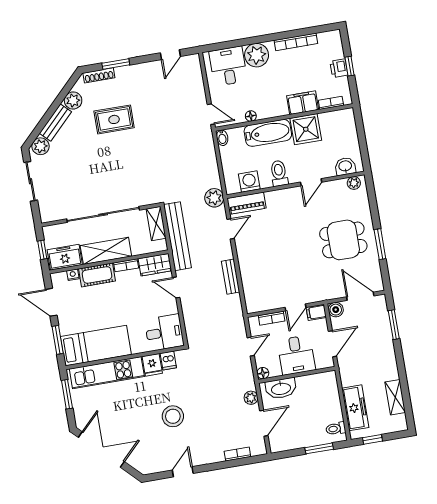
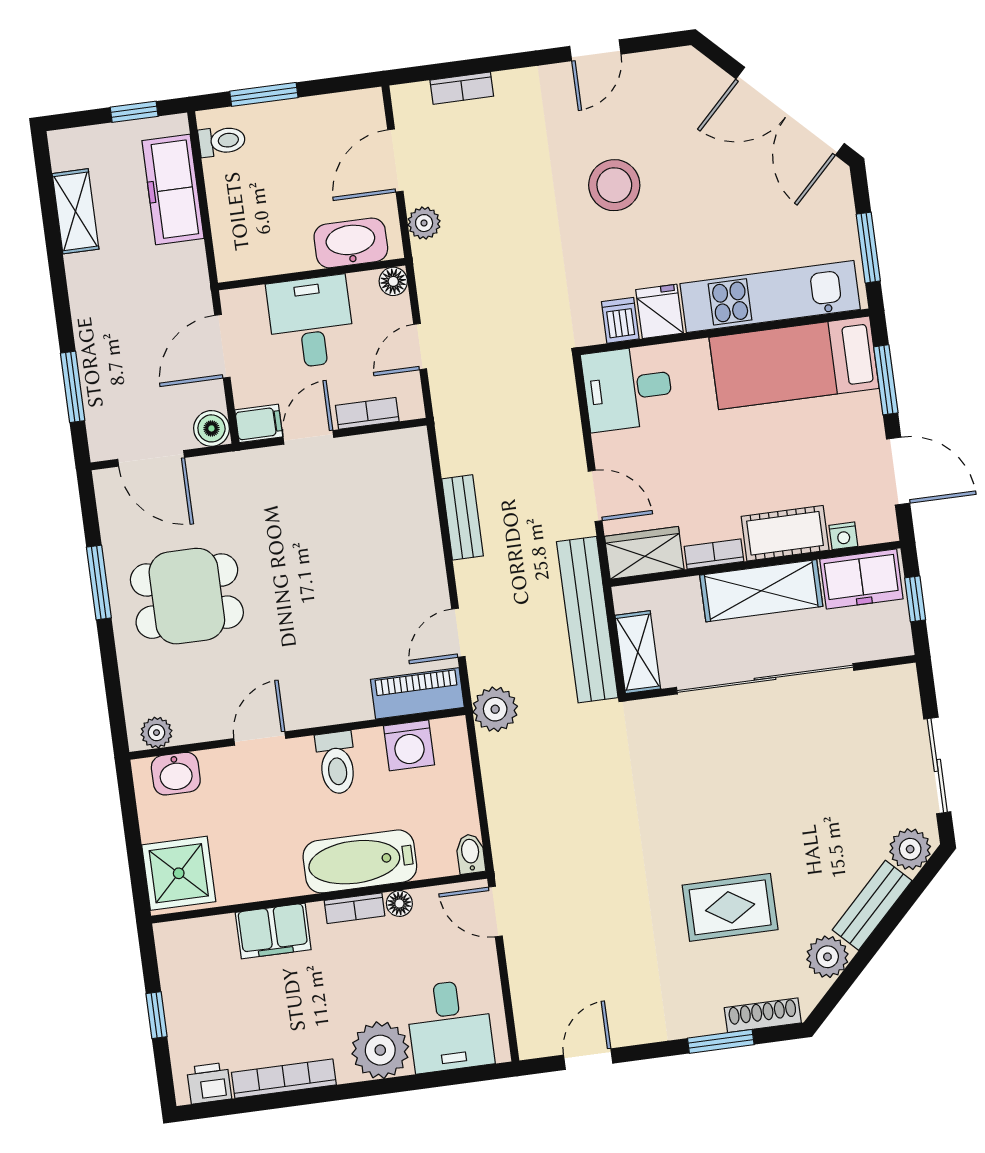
printer: (339, 68) -> (209, 1083), moved, turned -90
bookcase: (331, 103) -> (354, 908), moved
shower: (306, 129) -> (179, 873), moved

